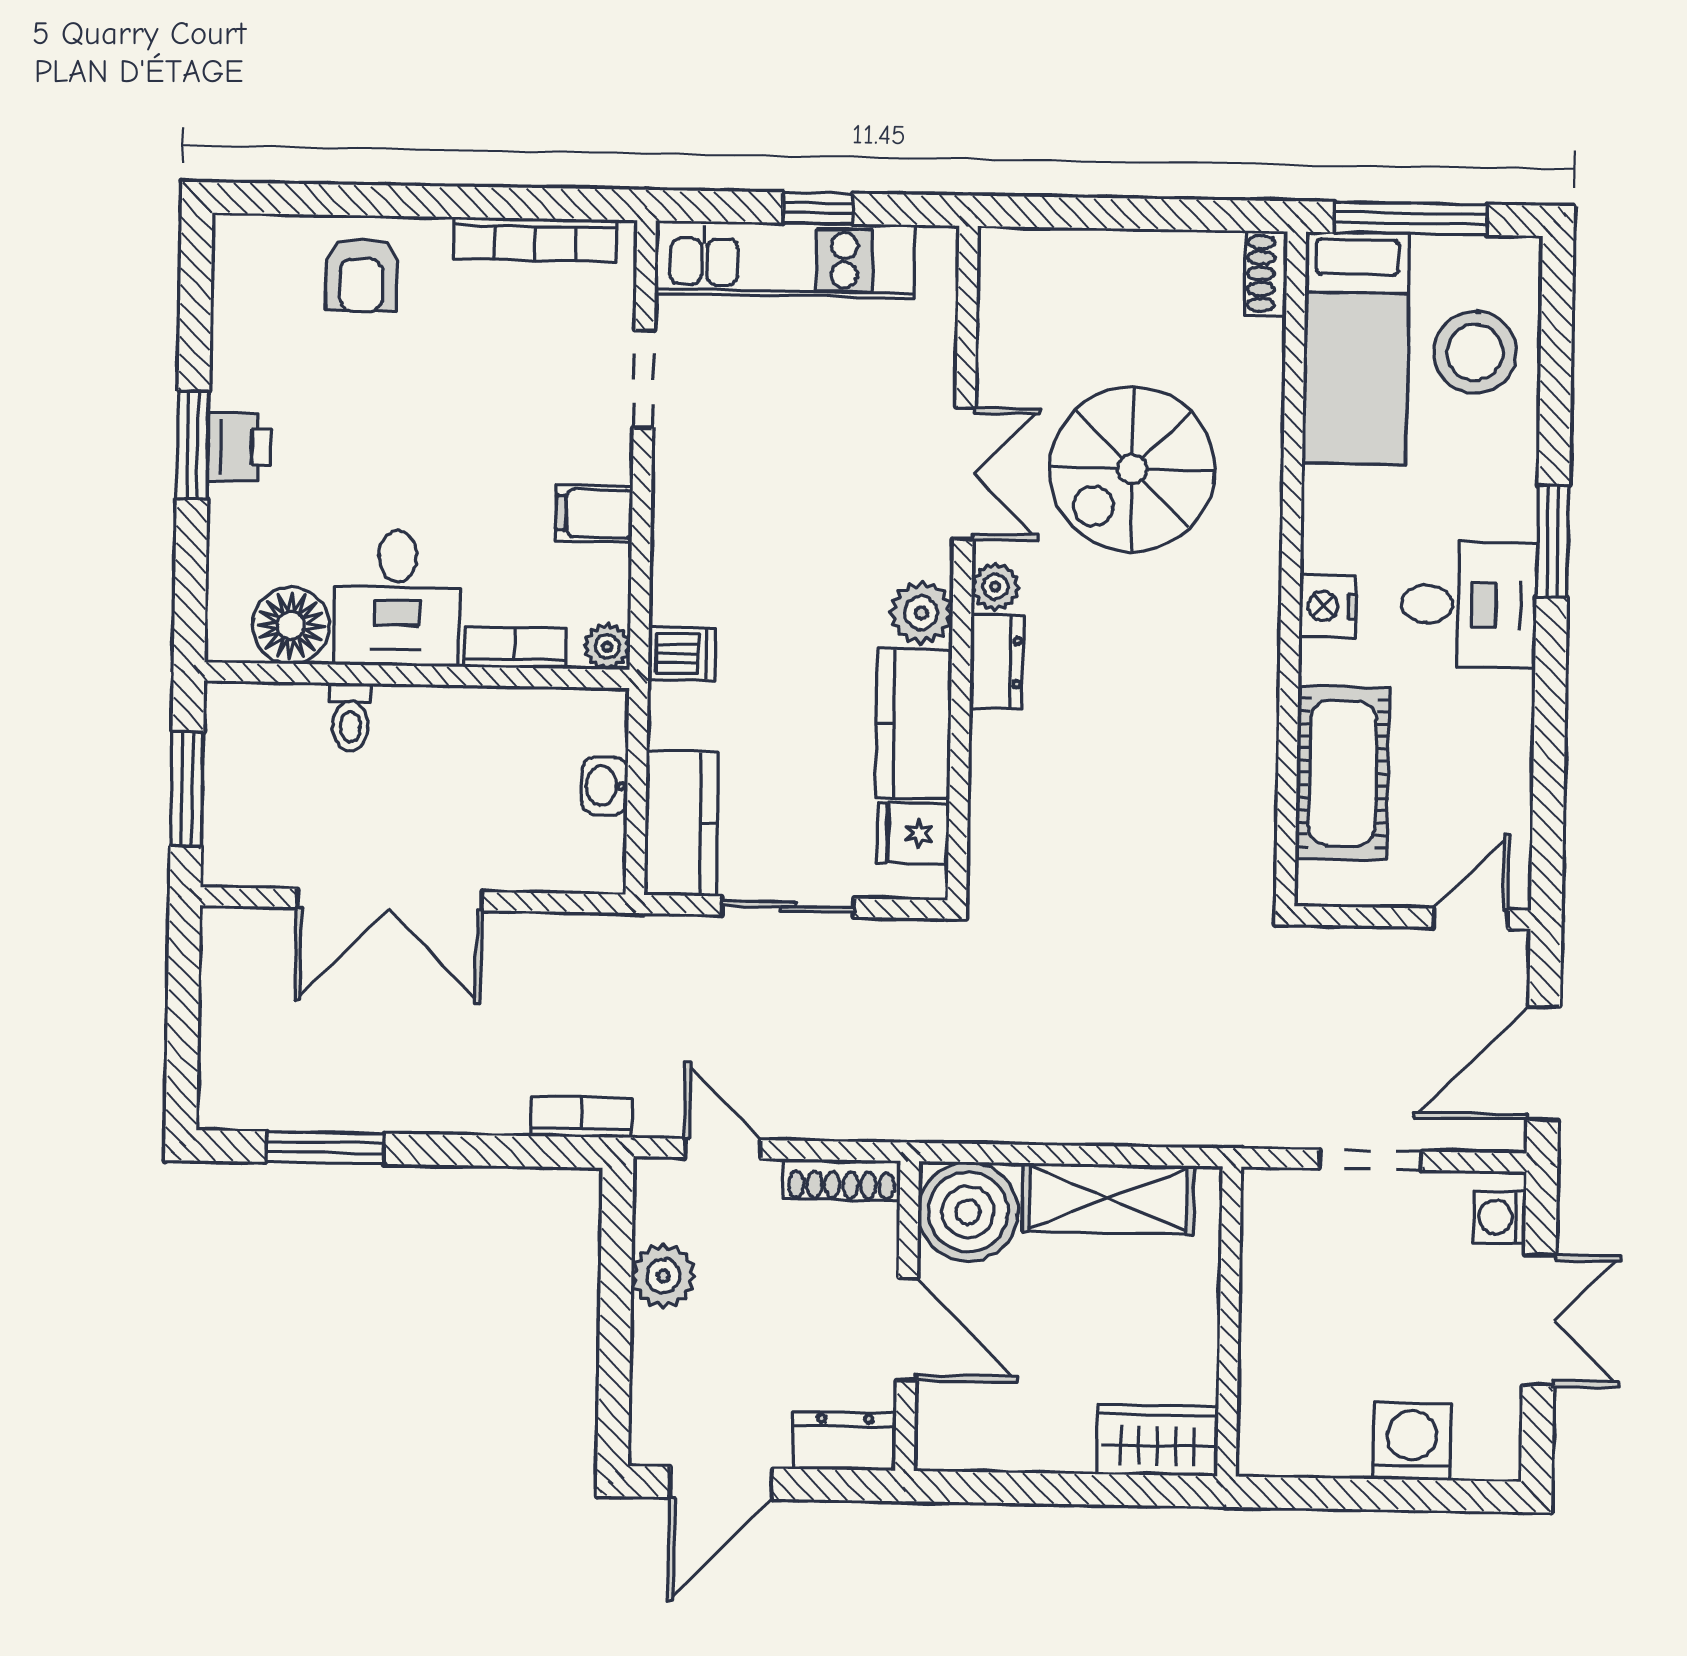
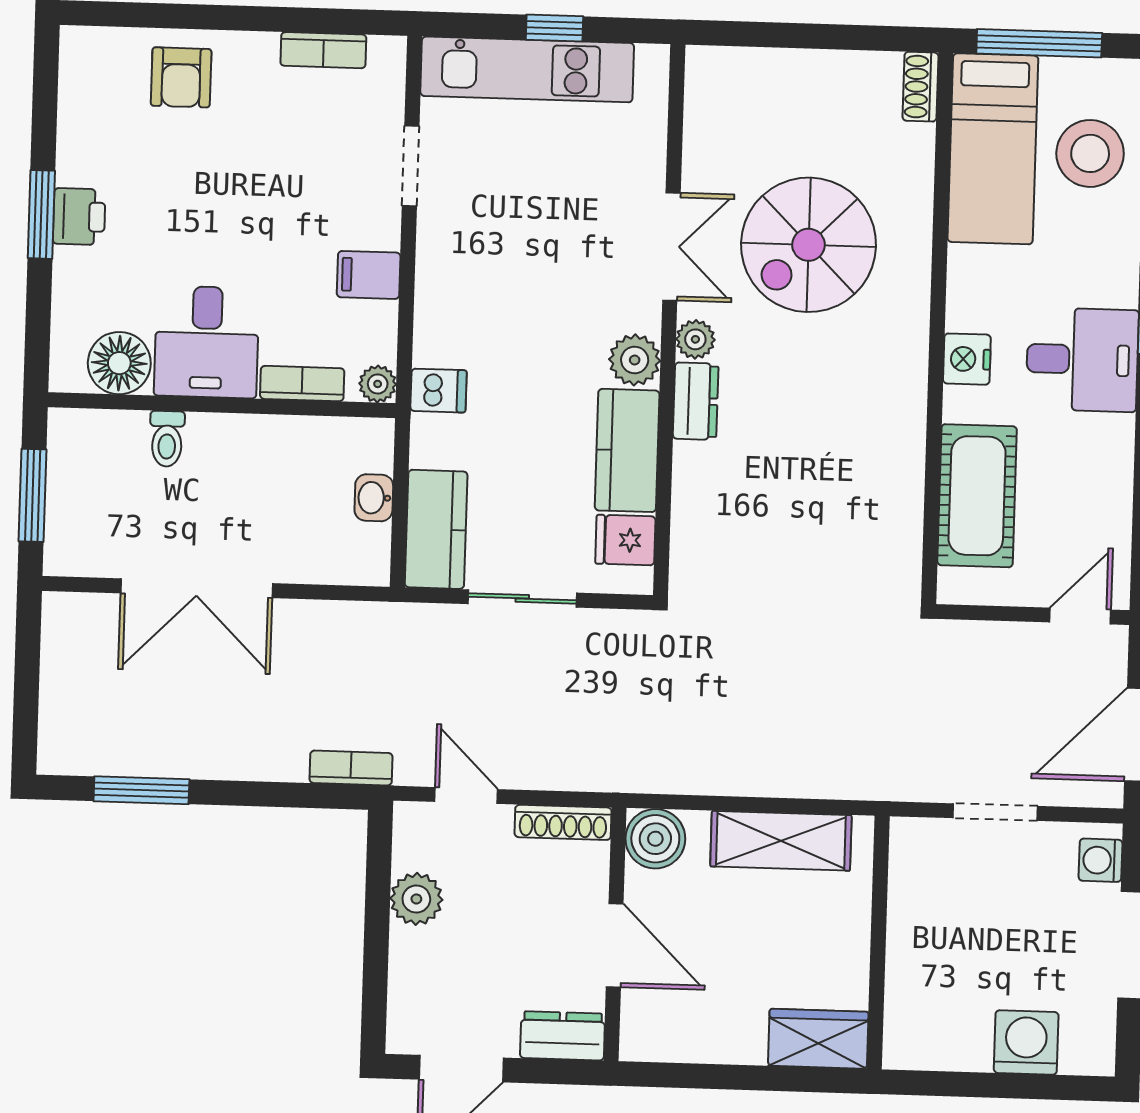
bookcase: (535, 239) -> (323, 50), width x0.64
boiler: (968, 1212) -> (655, 839), width x0.73, depth x0.73

